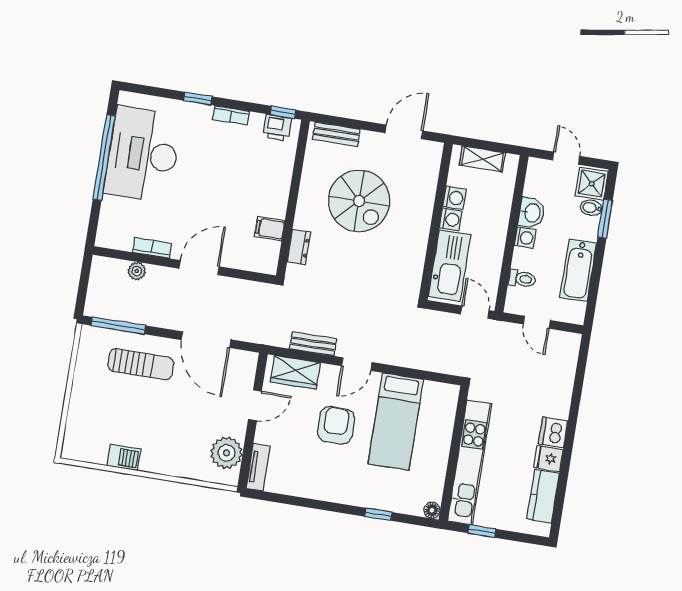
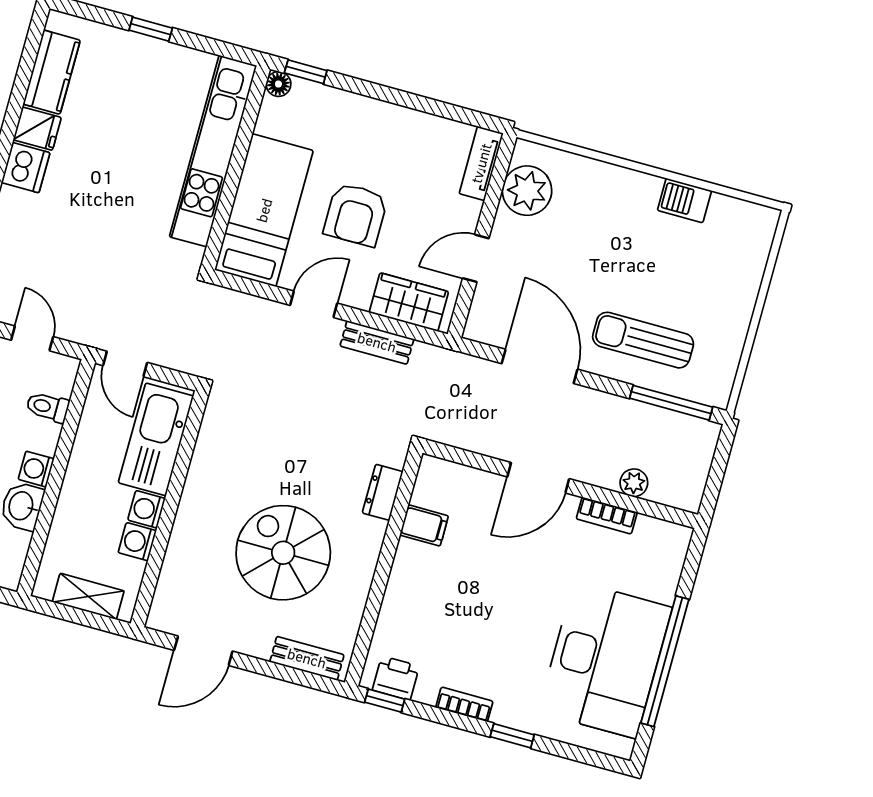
wall: (454, 453) -> (236, 168), moved
kitchen unit: (470, 462) -> (213, 151), moved
floor lamp: (432, 510) -> (278, 84), moved

